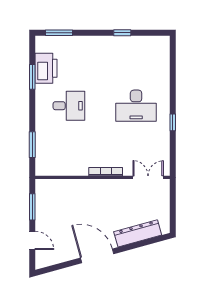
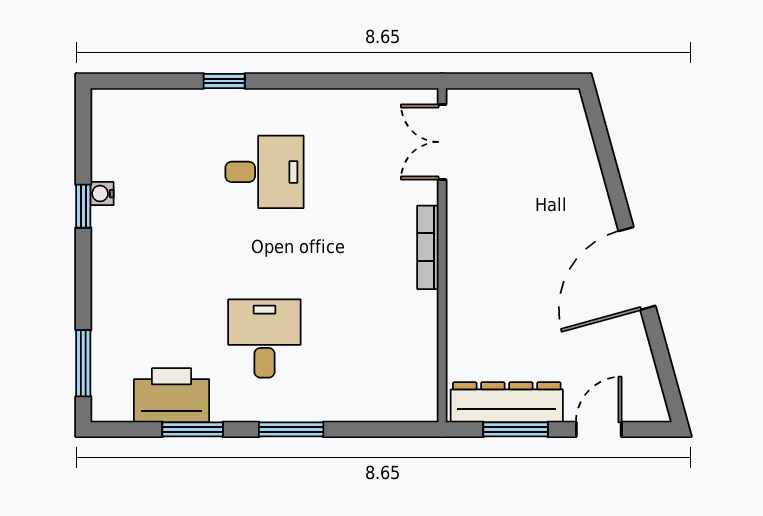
water cooler: (127, 40) -> (102, 194), added
desk: (136, 106) -> (264, 172), width x0.73
window: (173, 122) -> (224, 81), moved
window: (32, 145) -> (291, 429), moved
dresser: (138, 233) -> (507, 402), moved, turned 105

